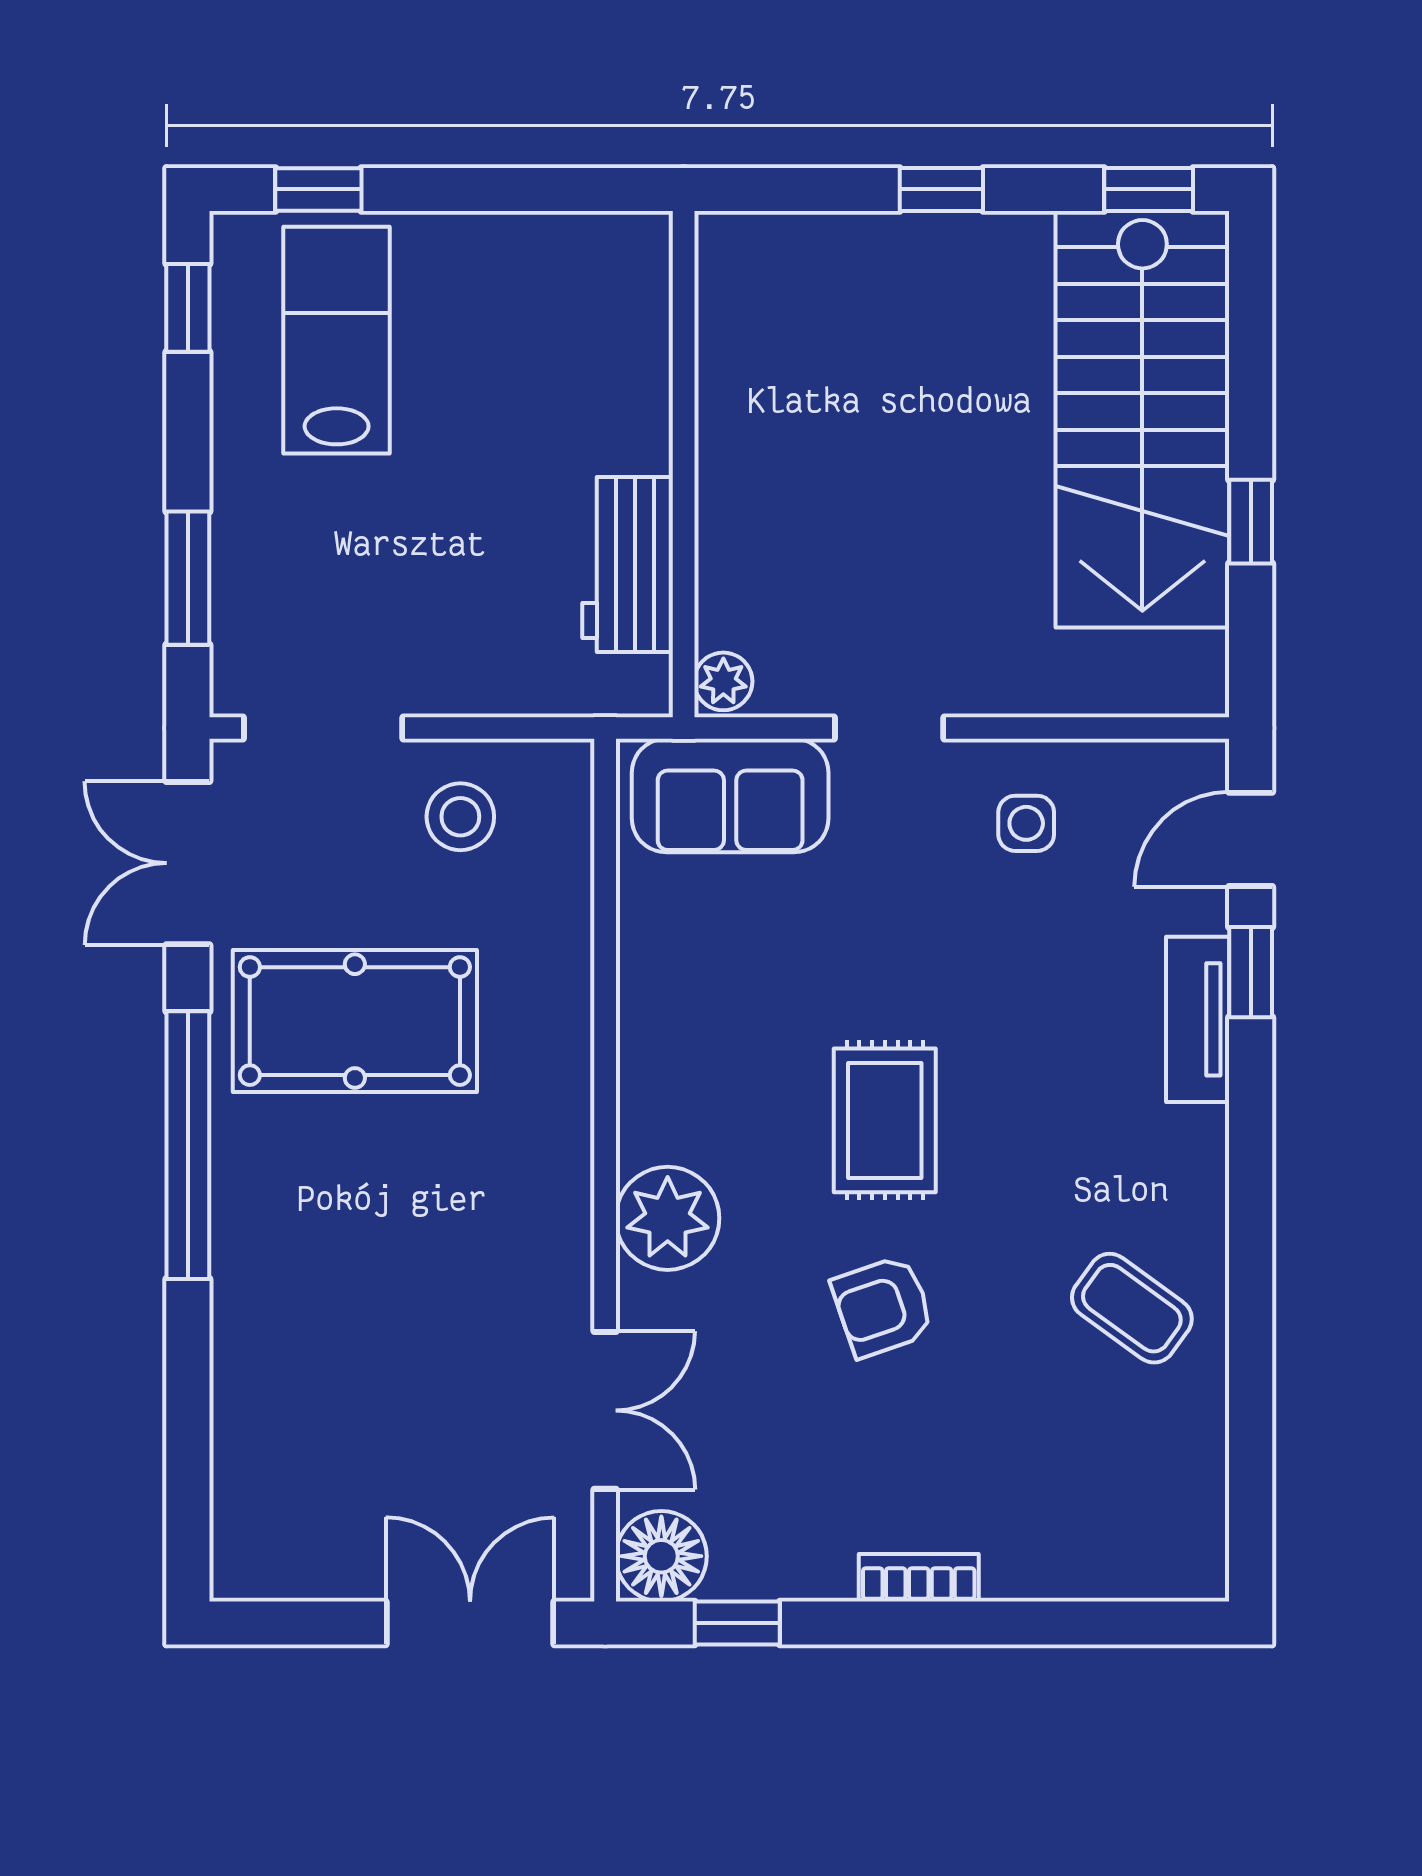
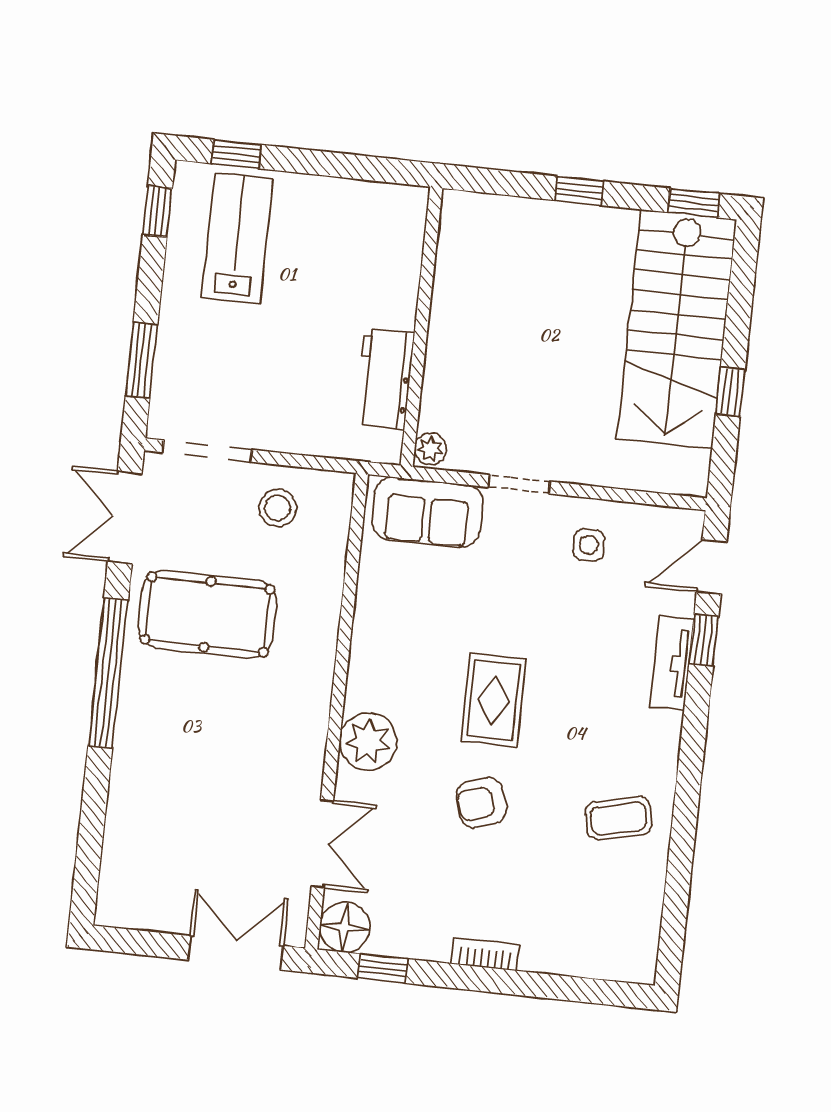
coffee table: (1132, 1308) -> (619, 818), turned -49

